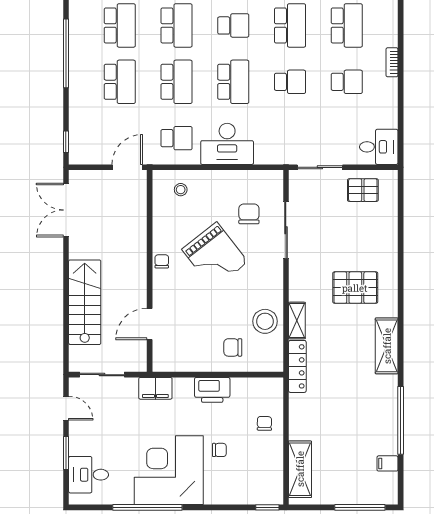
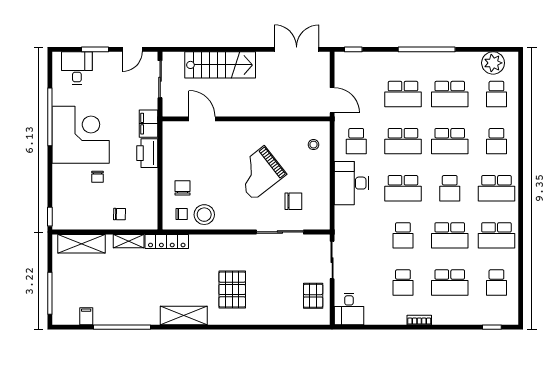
chair: (162, 261) -> (182, 214), moved
shelving: (297, 320) -> (129, 241), moved
printer: (212, 390) -> (147, 153), moved

